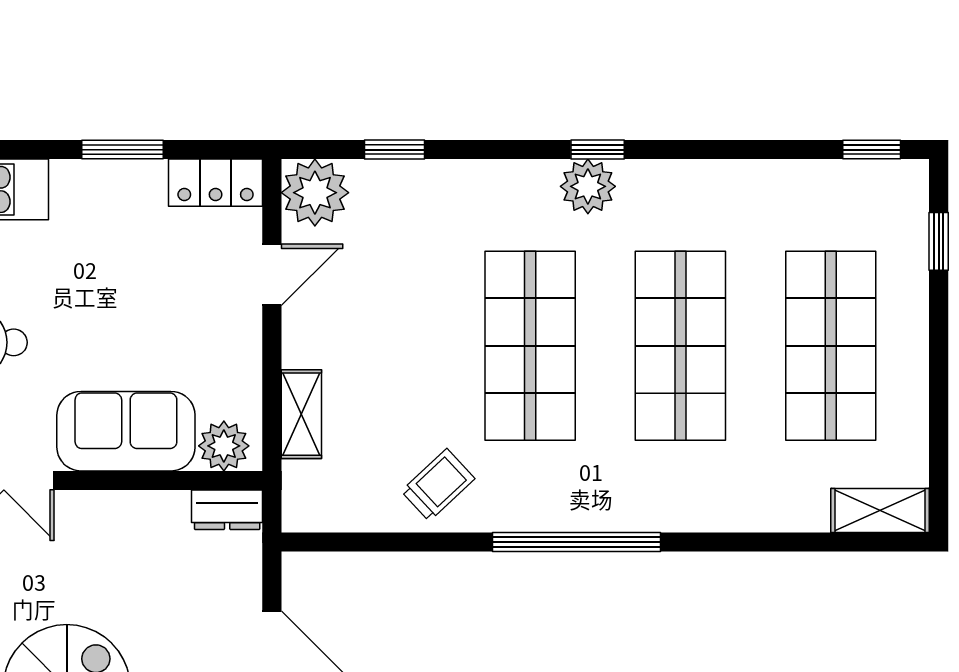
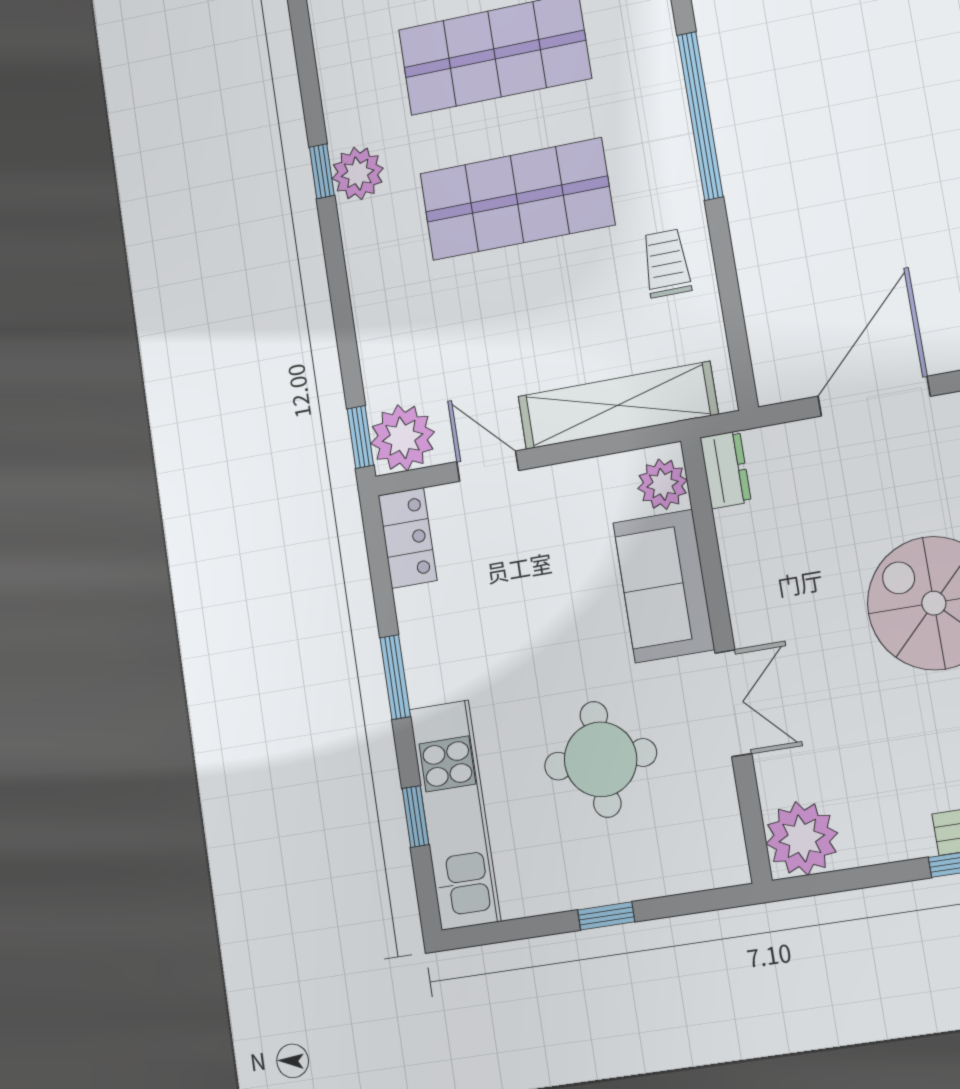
window: (122, 150) -> (395, 677), moved
window: (395, 150) -> (360, 437), moved
shelving: (301, 414) -> (618, 405), width x2.20, depth x1.33
trolley: (438, 485) -> (666, 263), turned 43

